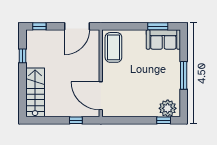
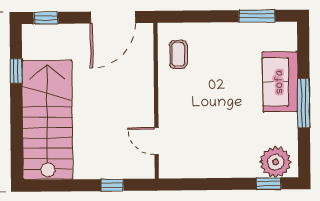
sofa: (163, 39) -> (280, 82), moved, turned 90
coffee table: (113, 47) -> (178, 54), width x0.54, depth x0.58
stairs: (35, 92) -> (47, 120), width x1.36, depth x1.51
door: (101, 96) -> (156, 141), width x0.53

